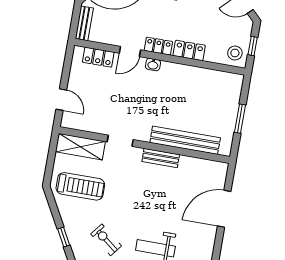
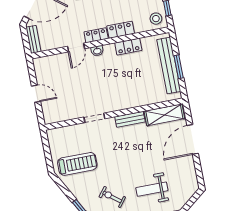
locker: (98, 57) -> (128, 47), moved
door: (61, 100) -> (36, 94), moved
bench: (185, 140) -> (169, 65), moved, turned 90
shelving: (80, 147) -> (164, 115), moved

